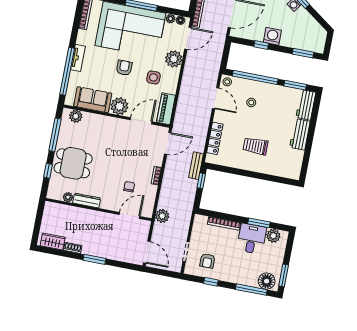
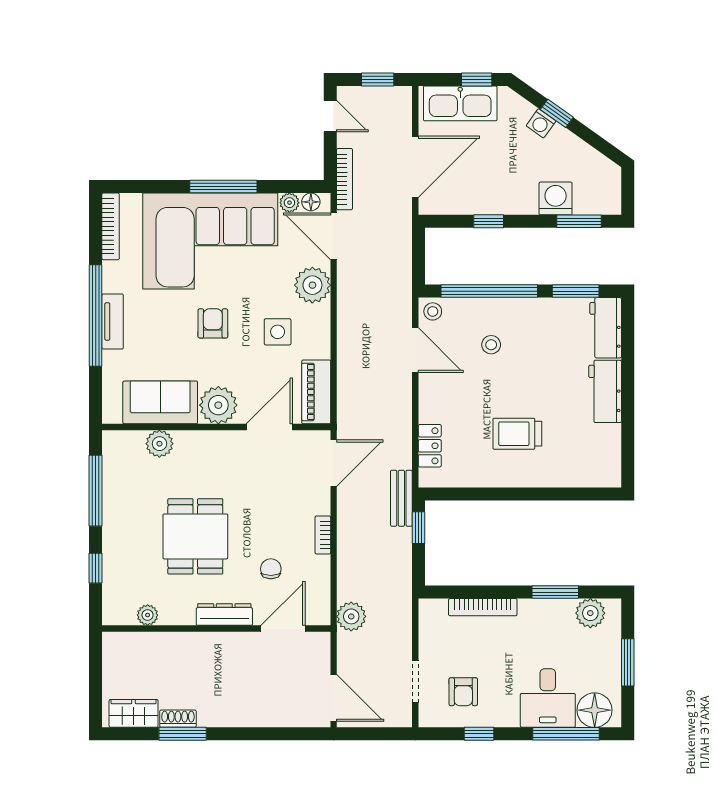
washing machine: (272, 36) -> (556, 198), moved
door: (188, 38) -> (334, 236), swing flipped
window: (67, 71) -> (96, 315), moved
plant: (76, 116) -> (159, 444), moved
locker: (215, 138) -> (430, 446), width x0.66
dining table: (73, 163) -> (195, 536), moved, turned 90
dresser: (87, 200) -> (224, 615), moved
desk: (252, 239) -> (548, 698), moved, turned 180
window: (94, 259) -> (183, 734), moved
window: (284, 275) -> (628, 662), moved

